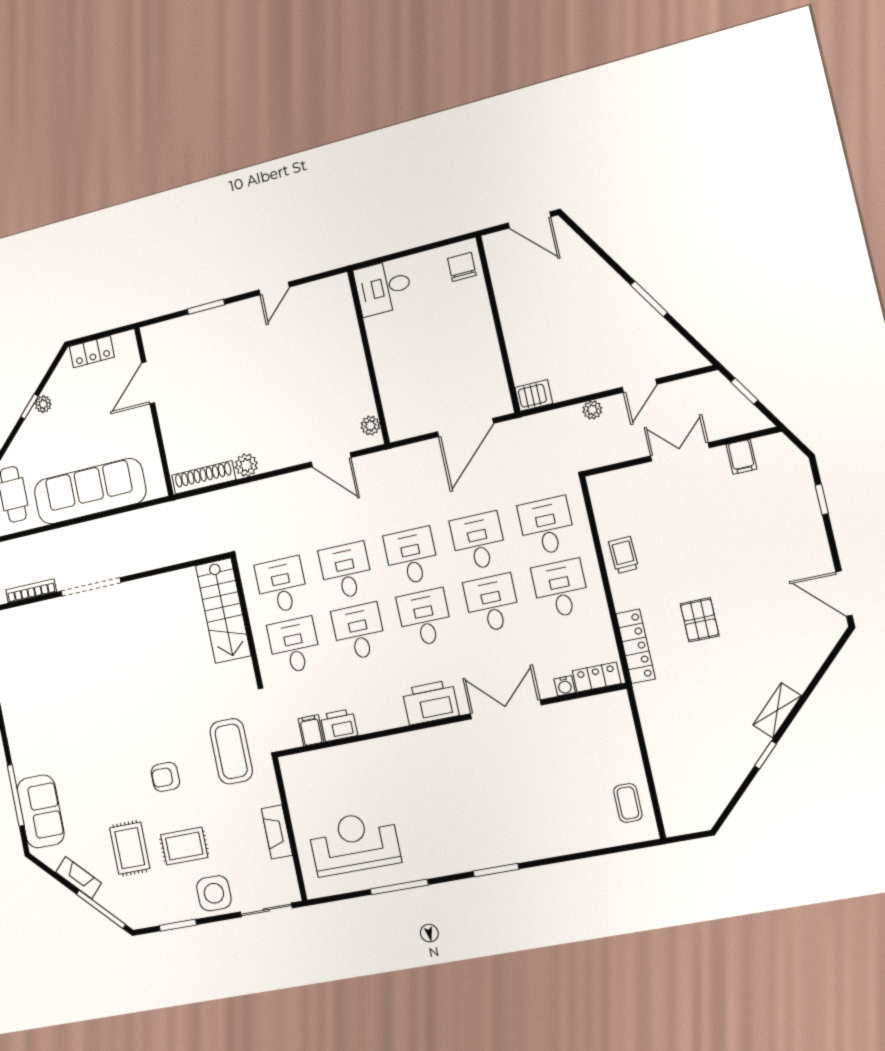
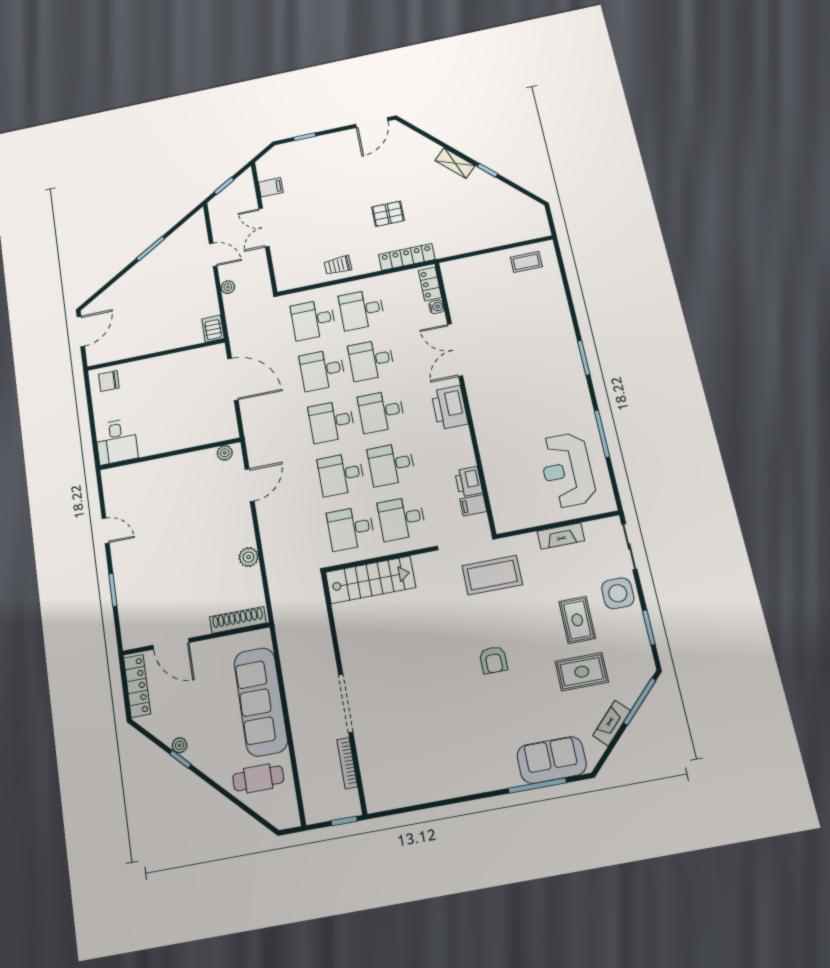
locker: (92, 352) -> (137, 686), width x1.53
shoe rack: (204, 477) -> (238, 620), moved, turned 90
armchair: (165, 777) -> (493, 660), moved

